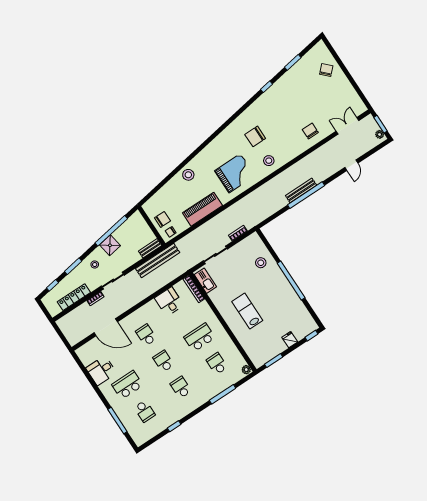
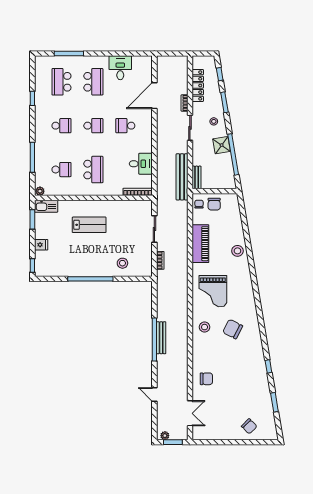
chair: (255, 136) -> (233, 329), turned -63
kitchen sink: (205, 281) -> (46, 206), moved
school desk: (146, 335) -> (125, 126), turned 180
school desk: (145, 411) -> (61, 82), width x1.85

